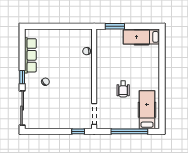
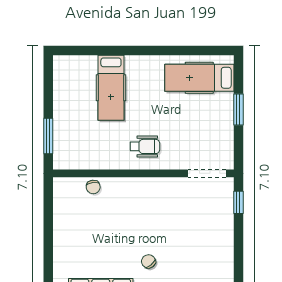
hospital bed: (141, 37) -> (111, 88), moved
wheelchair: (123, 89) -> (145, 146), moved
window: (129, 131) -> (238, 109), width x0.47

